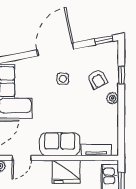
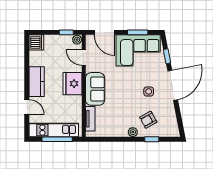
window: (104, 40) -> (167, 56), moved
door: (55, 49) -> (173, 85), hinge flipped
fridge: (66, 172) -> (72, 84), moved

